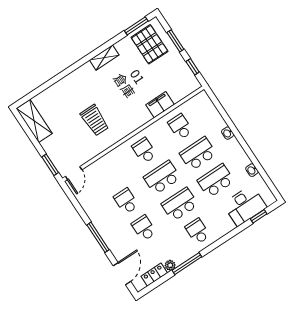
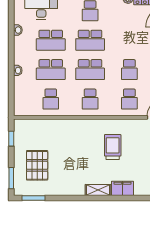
window: (175, 41) -> (11, 178), moved
pallet: (150, 44) -> (37, 165), moved
shelving: (104, 58) -> (98, 190), moved
filing cabinet: (160, 105) -> (122, 188), moved, turned 180
school desk: (144, 228) -> (129, 99), moved

